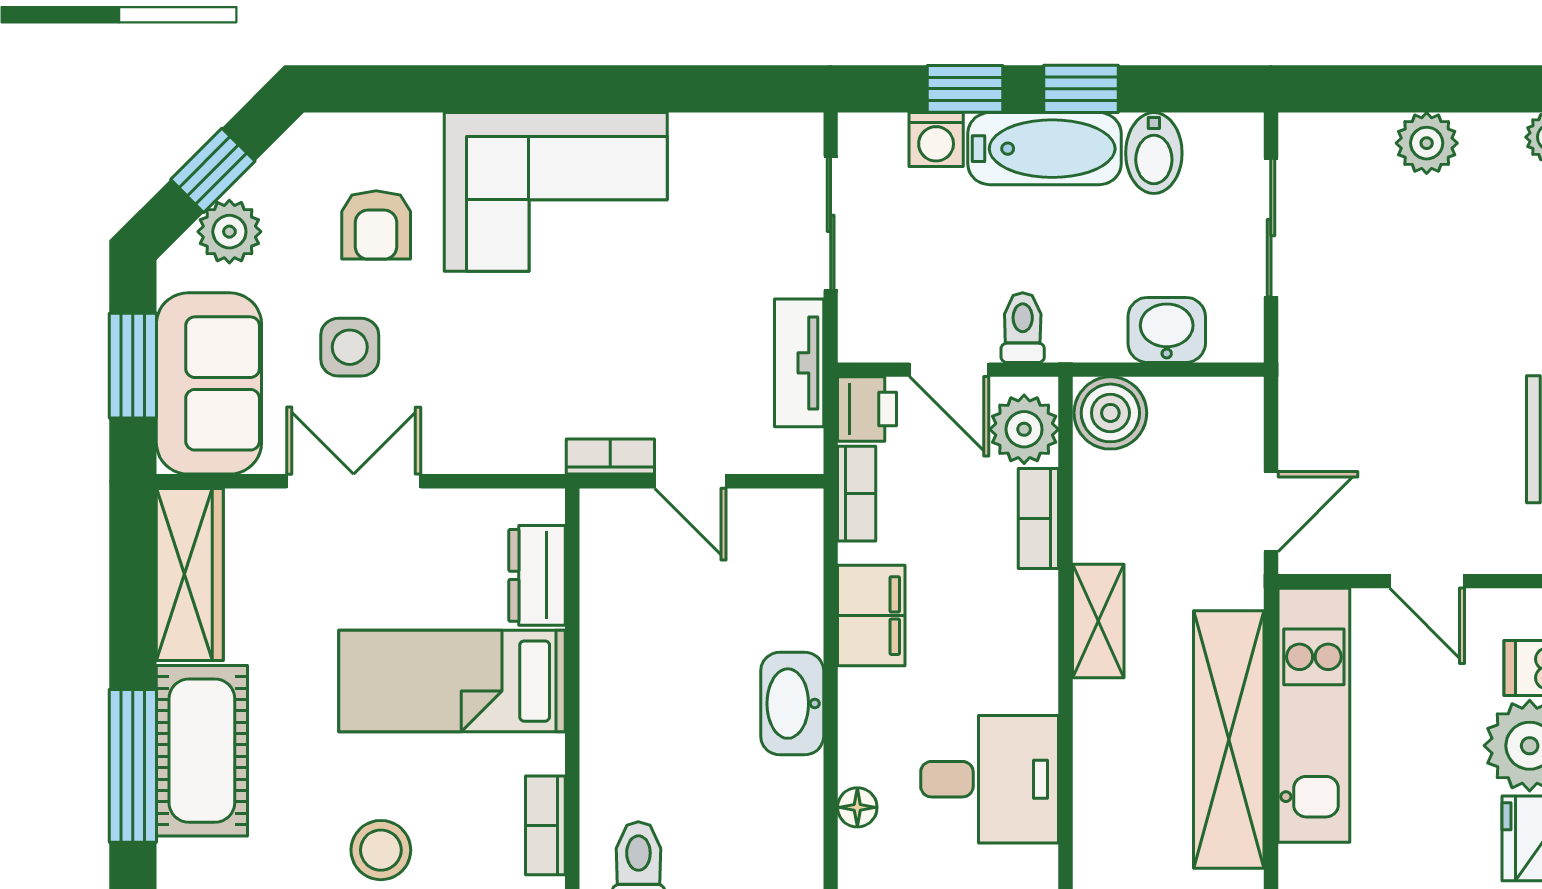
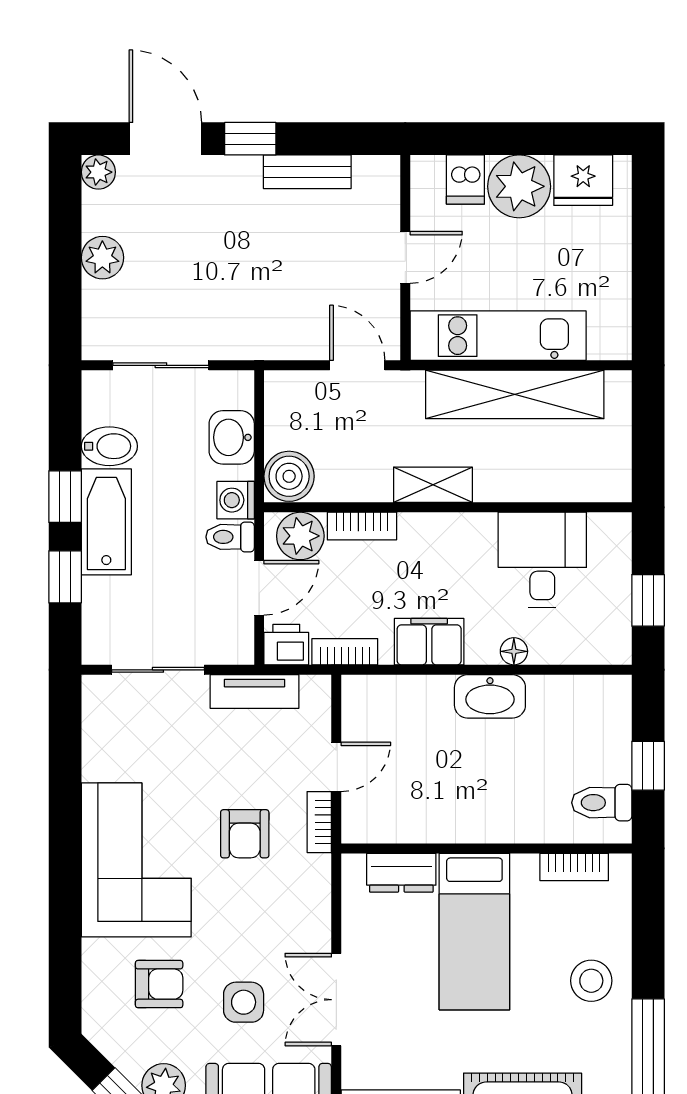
washing machine: (936, 139) -> (236, 500), moved, turned 180
armchair: (593, 349) -> (245, 834), added
floor lamp: (857, 807) -> (514, 651), moved

